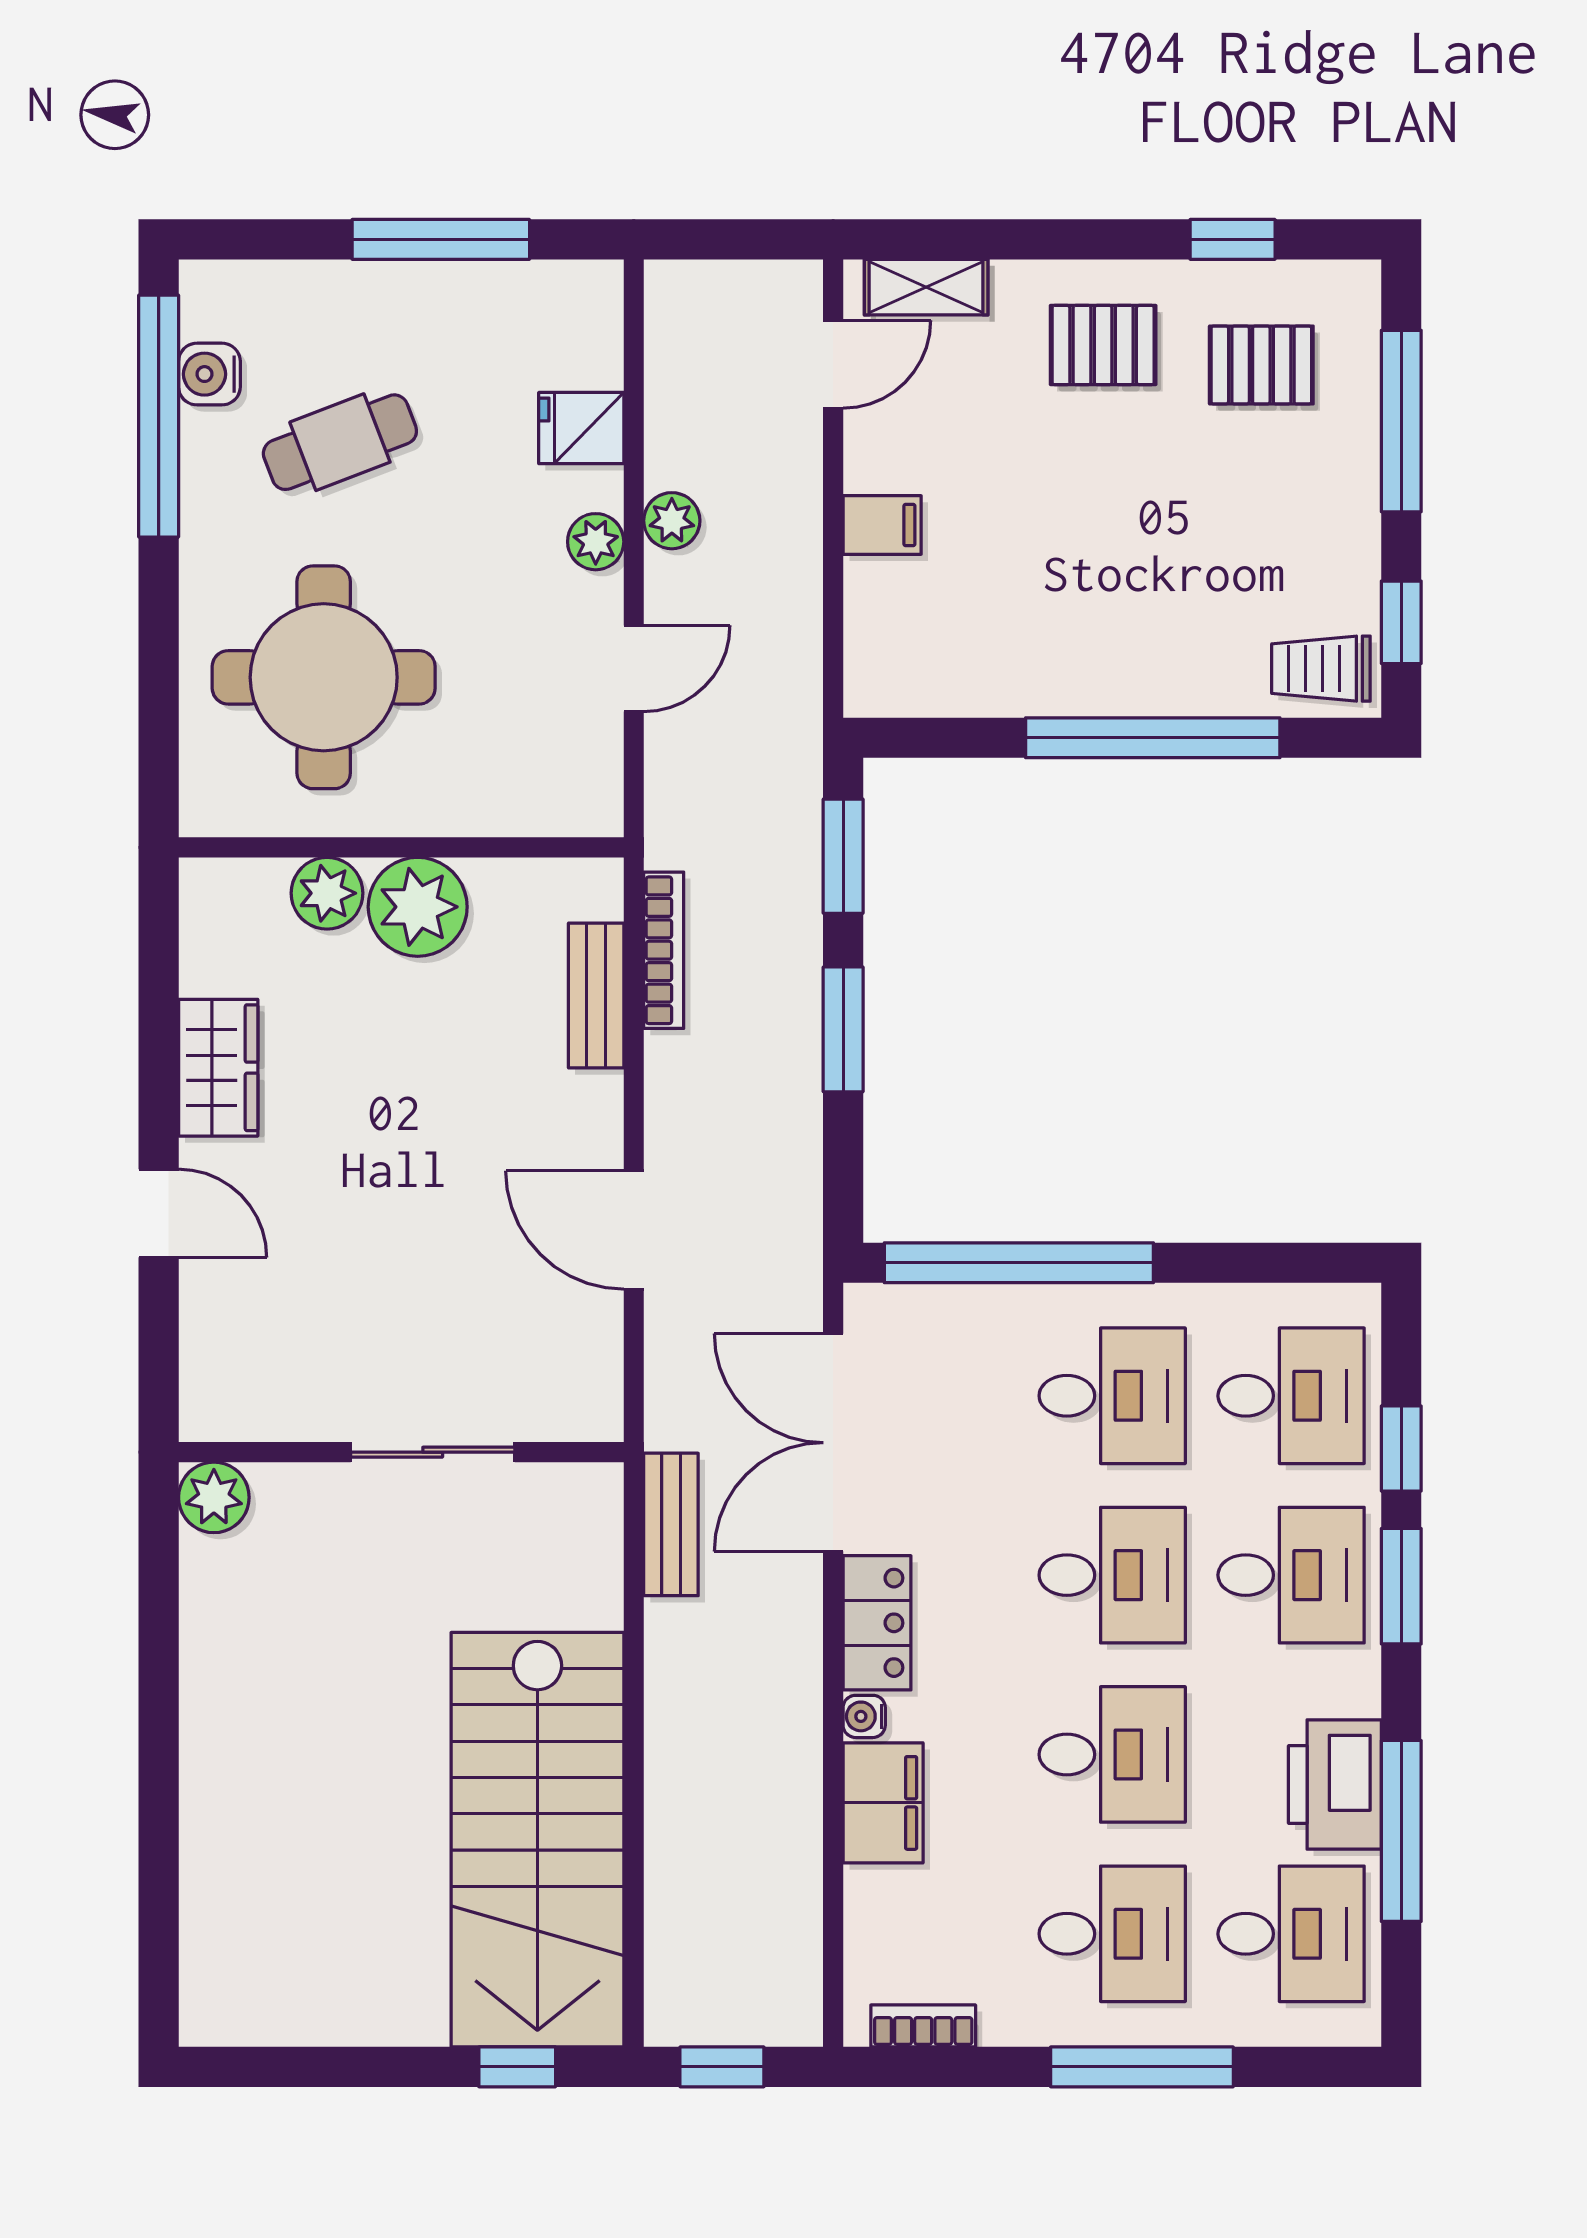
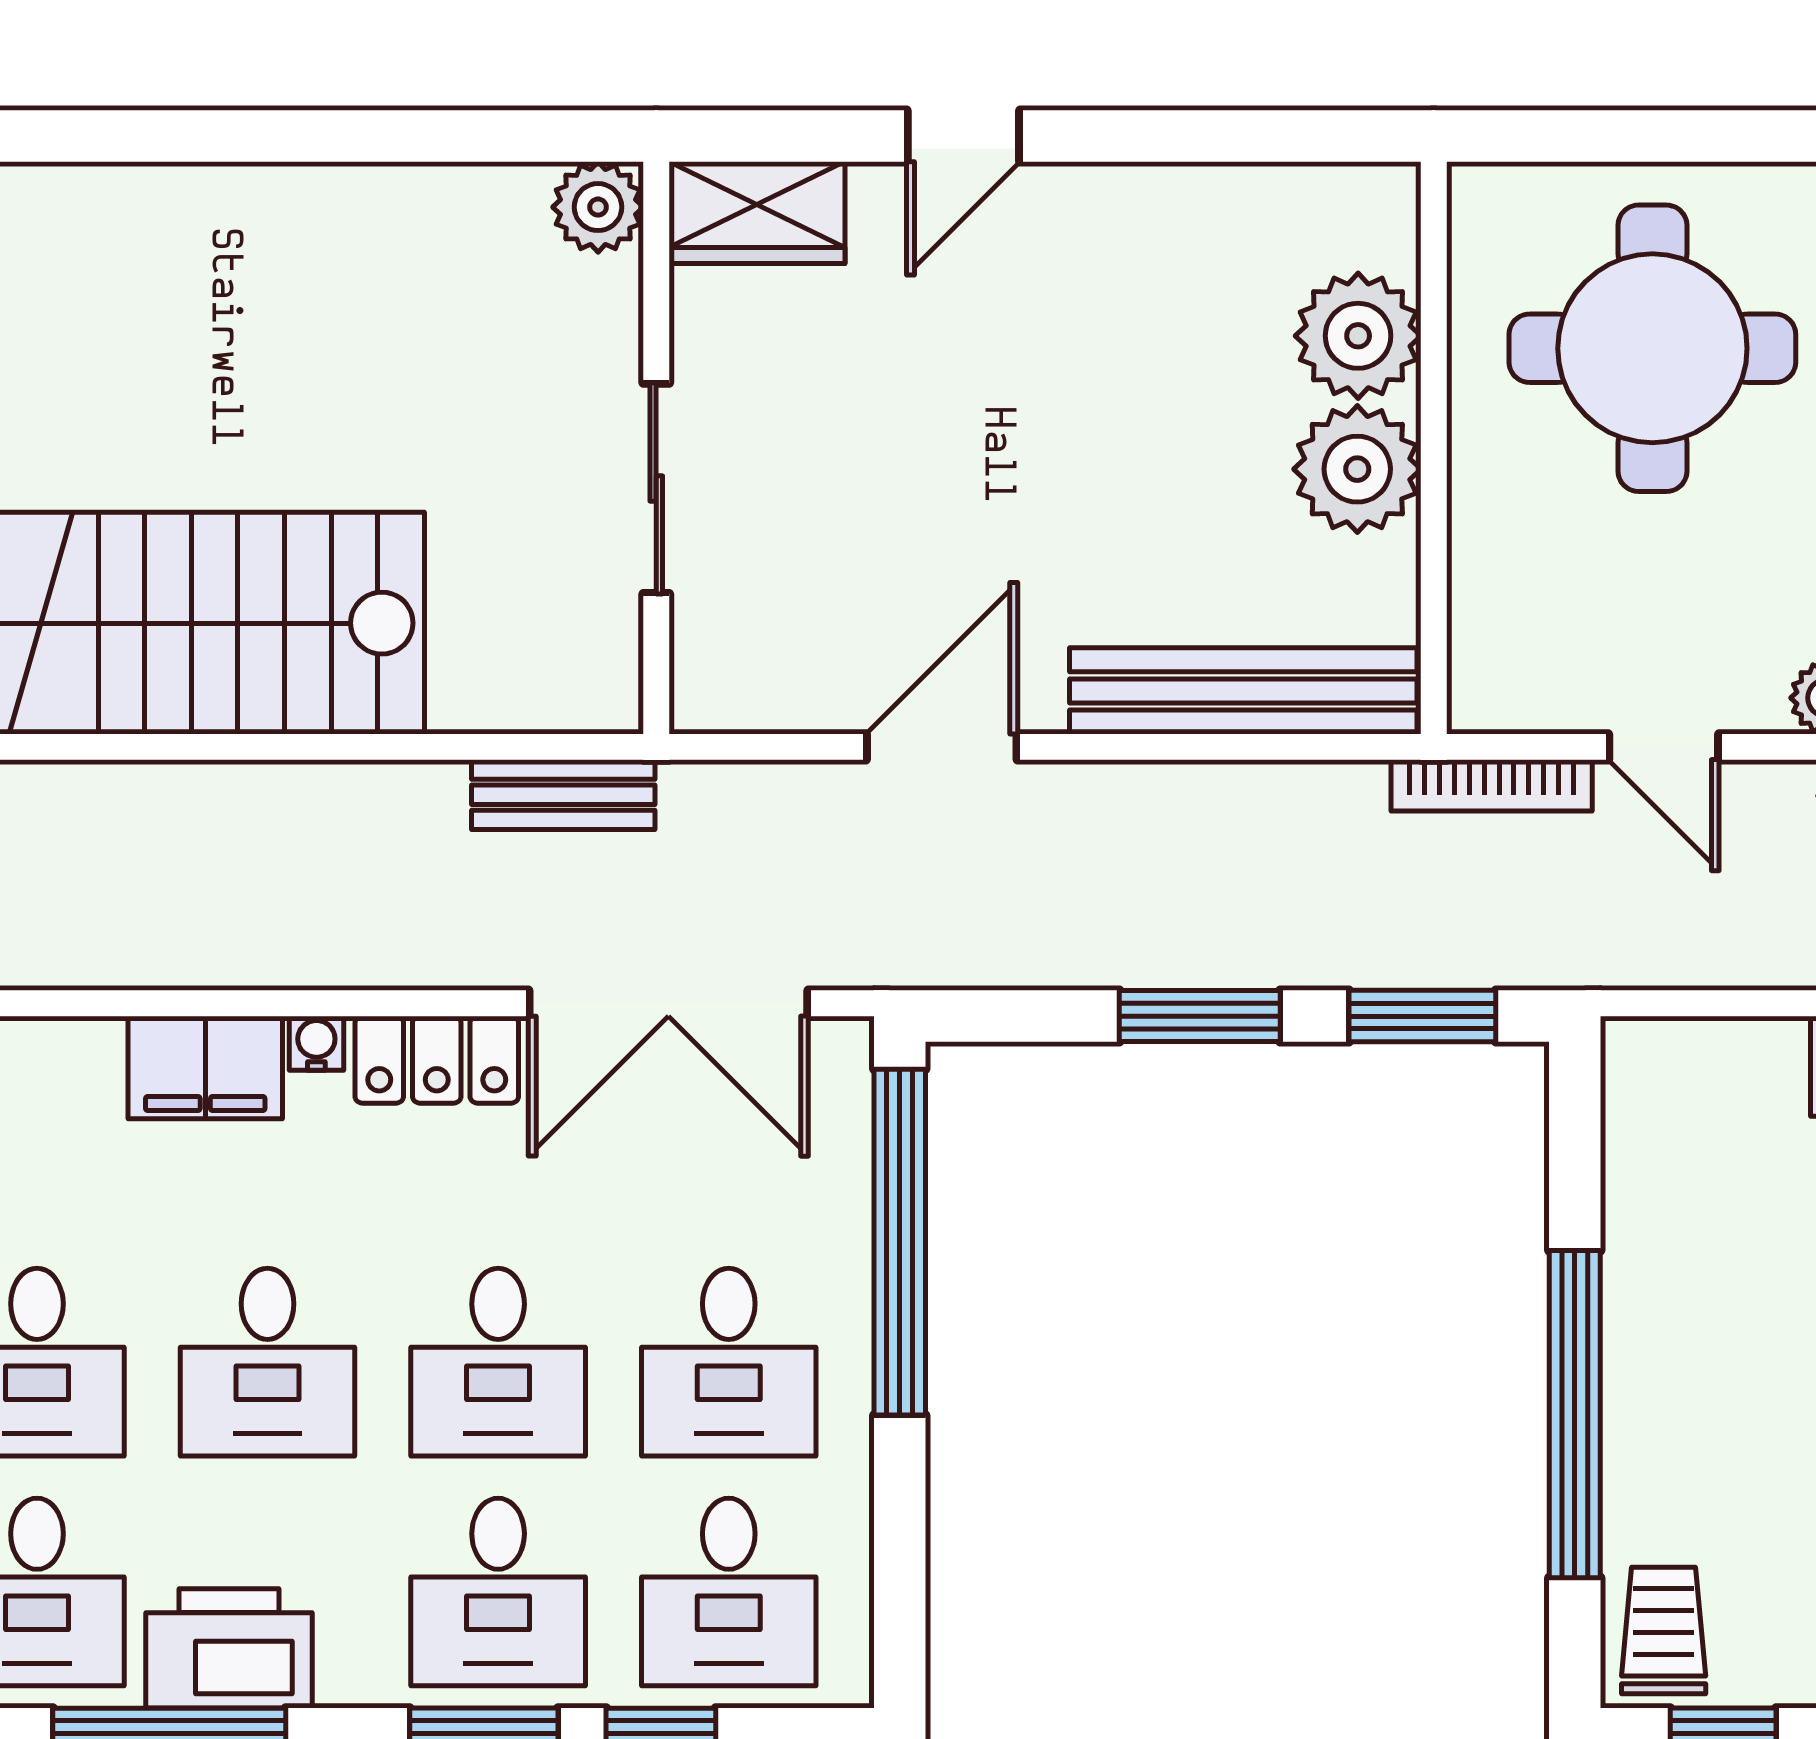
plant: (327, 893) -> (1358, 336), width x1.36, depth x1.36
bookcase: (664, 950) -> (1492, 785), moved
bench: (596, 996) -> (1243, 691), width x1.86, depth x1.21
wardrobe: (218, 1068) -> (757, 213), moved
double door: (833, 1443) -> (668, 1003), swing flipped

